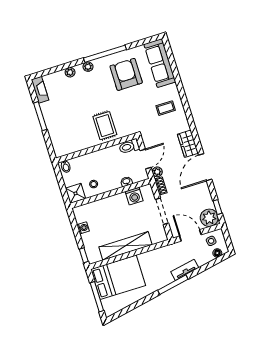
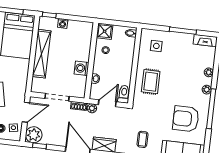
armchair: (126, 74) -> (186, 119), turned 180
rug: (105, 126) -> (151, 82), turned 90
side table: (67, 136) -> (156, 46), added
door: (145, 159) -> (107, 103), swing flipped
washing machine: (134, 196) -> (82, 68), moved
washing machine: (83, 228) -> (63, 23), moved

